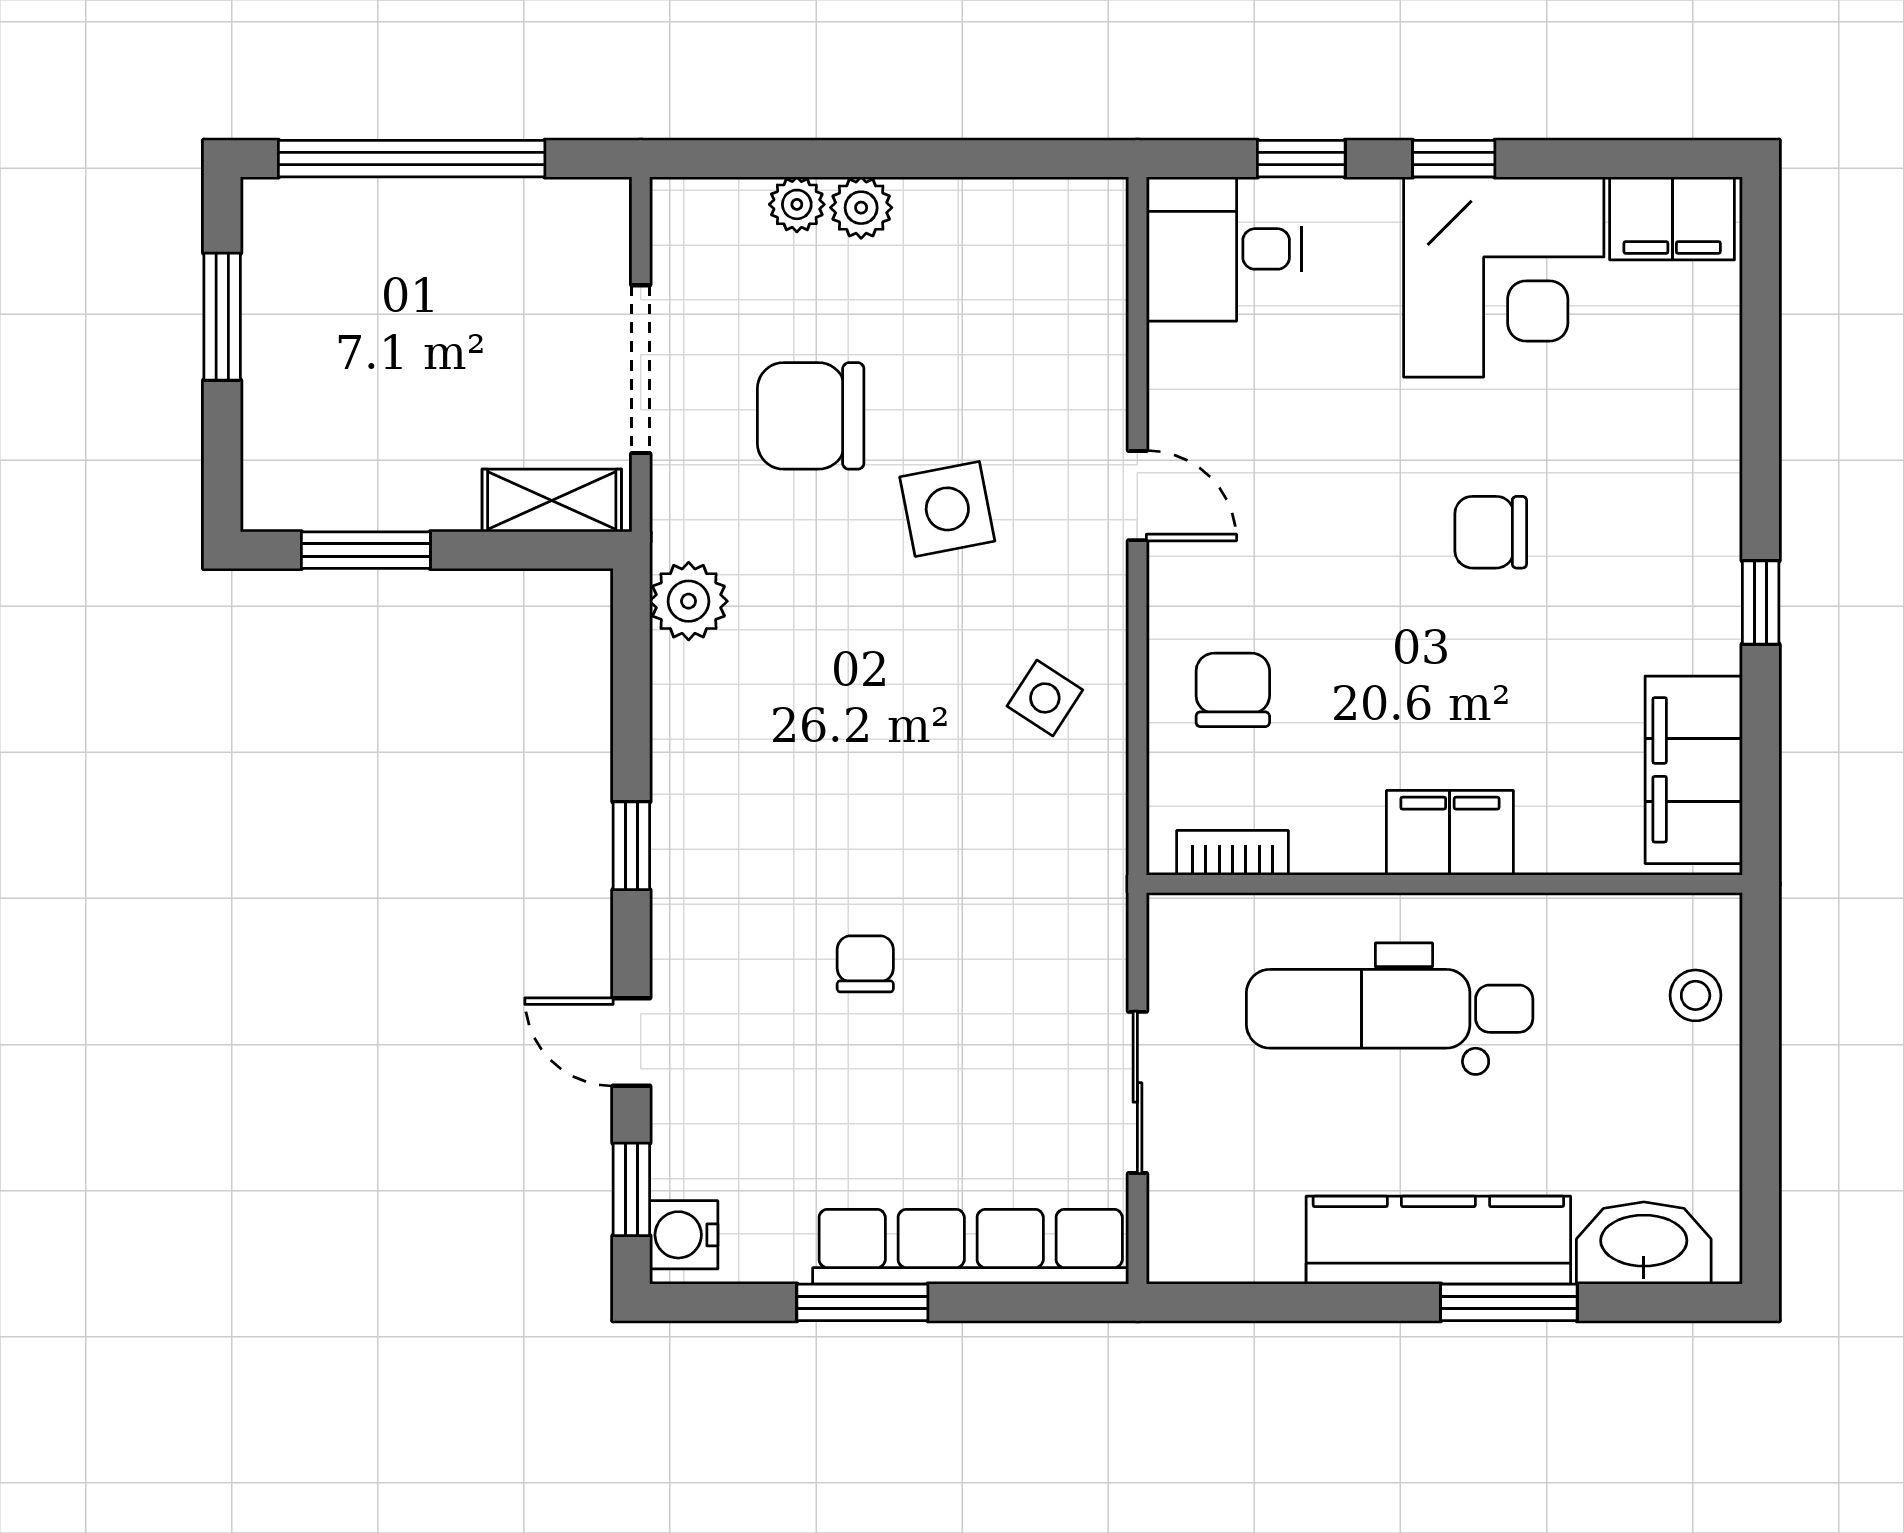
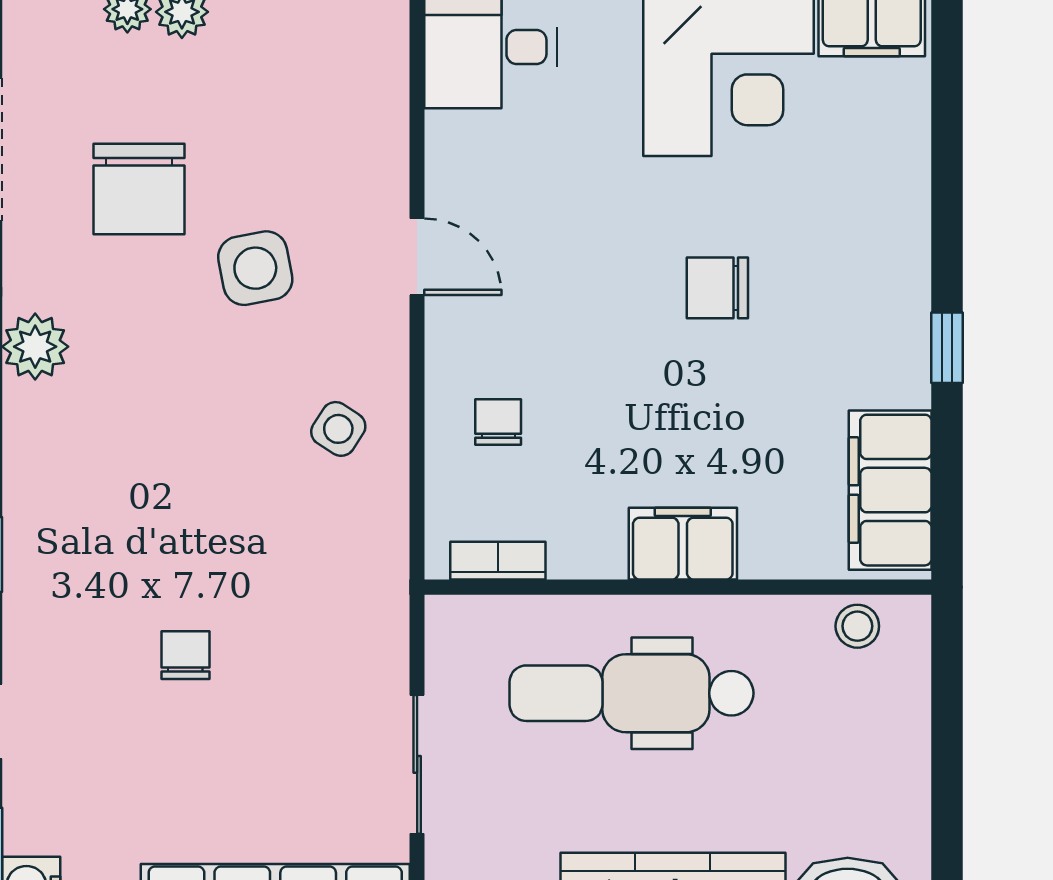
chair: (811, 416) -> (139, 189), turned -90
chair: (1233, 690) -> (498, 422), width x0.73, depth x0.73
stool: (1696, 995) -> (857, 626), moved

